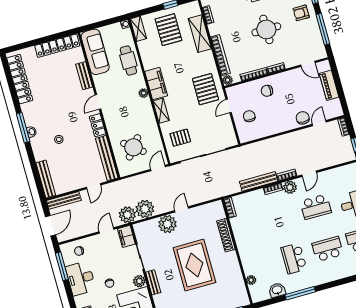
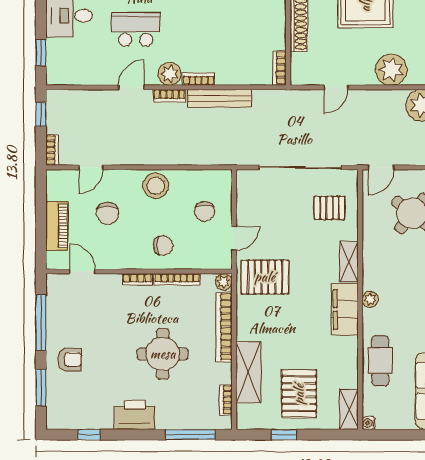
round table: (266, 29) -> (163, 354), moved
pallet: (205, 89) -> (265, 277), turned 90
chair: (303, 118) -> (108, 213), moved
stool: (280, 123) -> (156, 186), added
door: (182, 209) -> (336, 87), moved

